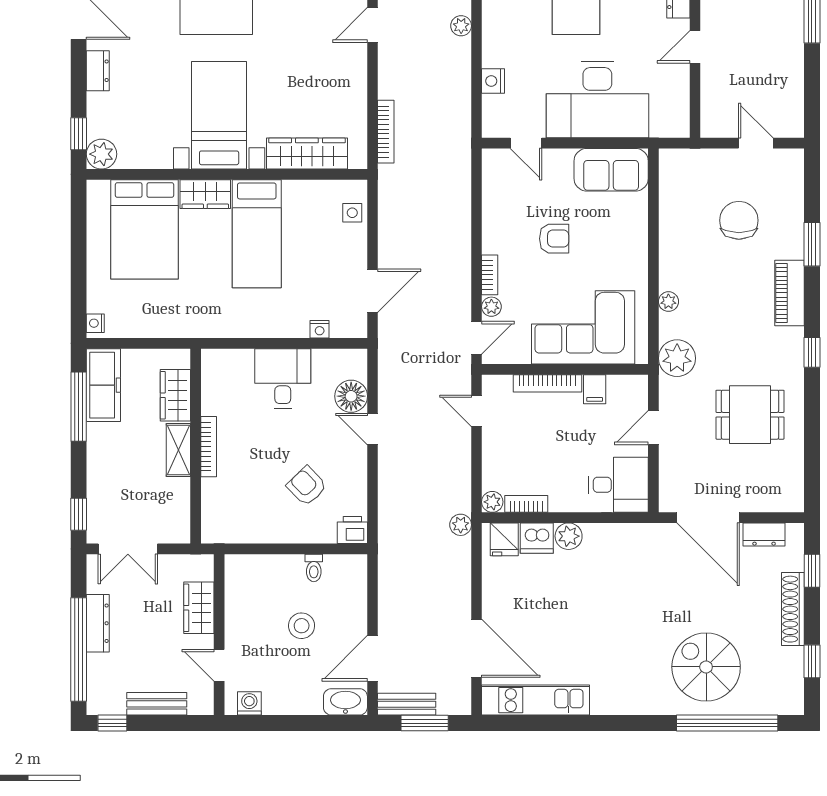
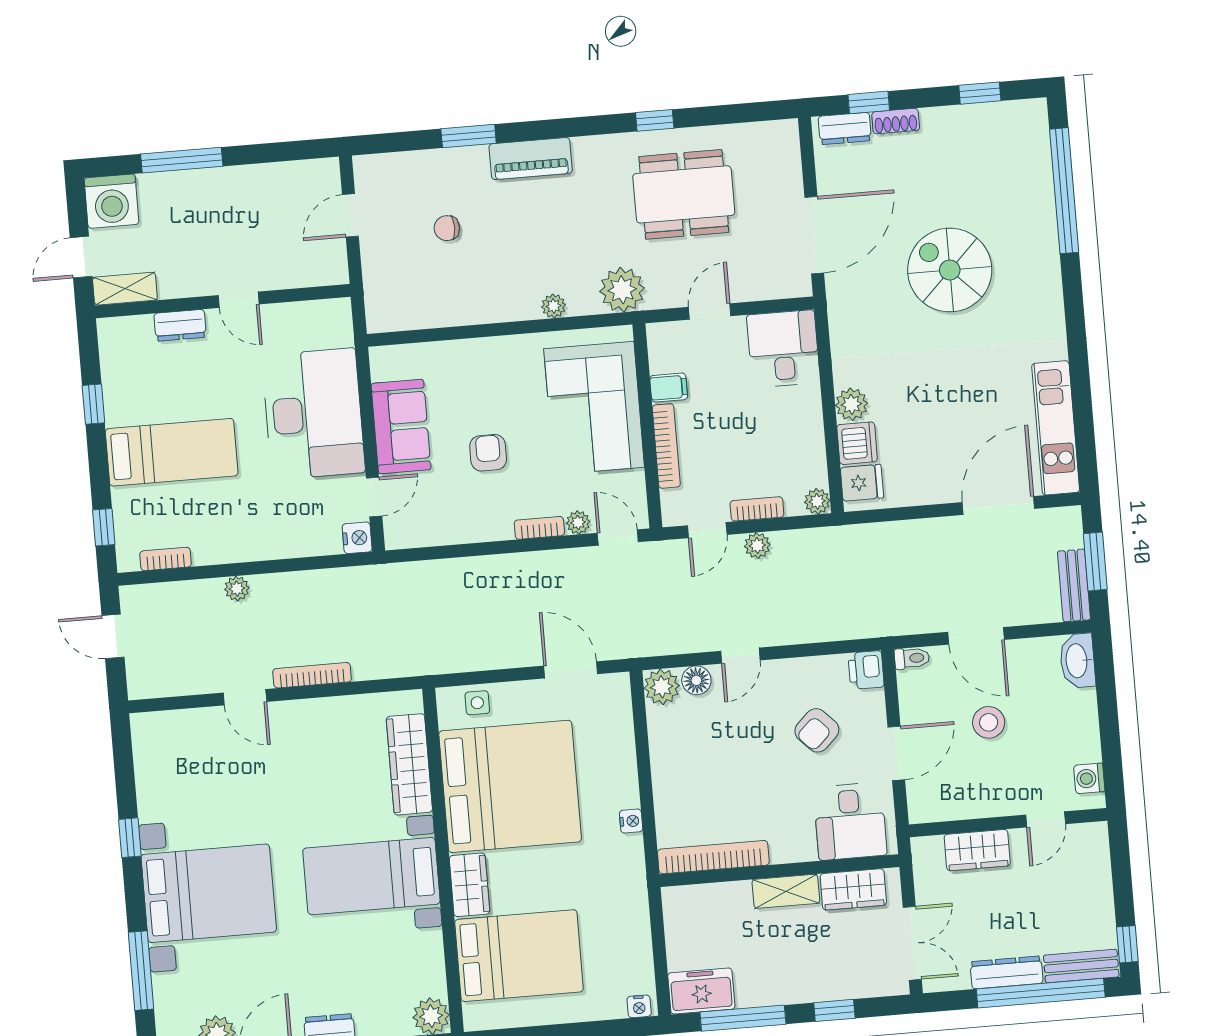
nightstand: (493, 81) -> (357, 538), moved, turned -90
bookcase: (386, 132) -> (312, 675), moved
sofa: (611, 170) -> (401, 427), moved
chair: (739, 220) -> (447, 228), width x0.54, depth x0.54
bed: (257, 234) -> (510, 786), width x2.04
nightstand: (320, 329) -> (631, 821), moved
window: (812, 352) -> (655, 120), moved
plant: (353, 363) -> (662, 687), added
desk: (283, 379) -> (850, 821), moved, turned -90
freezer: (103, 385) -> (701, 991), width x0.71
wardrobe: (175, 395) -> (853, 889), moved
floor lamp: (351, 396) -> (696, 680), width x0.73, depth x0.73
dining table: (750, 415) -> (684, 194), width x1.38
door: (653, 428) -> (710, 312), swing flipped
bookcase: (209, 447) -> (713, 857), moved, width x1.48, depth x1.31
bookcase: (526, 504) -> (757, 509), moved, turned 90
window: (79, 514) -> (834, 1010), moved
plant: (461, 525) -> (757, 546), moved
dresser: (764, 535) -> (845, 128), moved, turned 90
door: (283, 549) -> (896, 753), added
toilet: (314, 568) -> (912, 658), moved
shoe rack: (793, 609) -> (896, 121), width x0.51, depth x0.81
door: (373, 658) -> (976, 636), moved
spiral stairs: (706, 667) -> (950, 270), moved, turned 90
bench: (157, 704) -> (1081, 966), moved, turned 90

